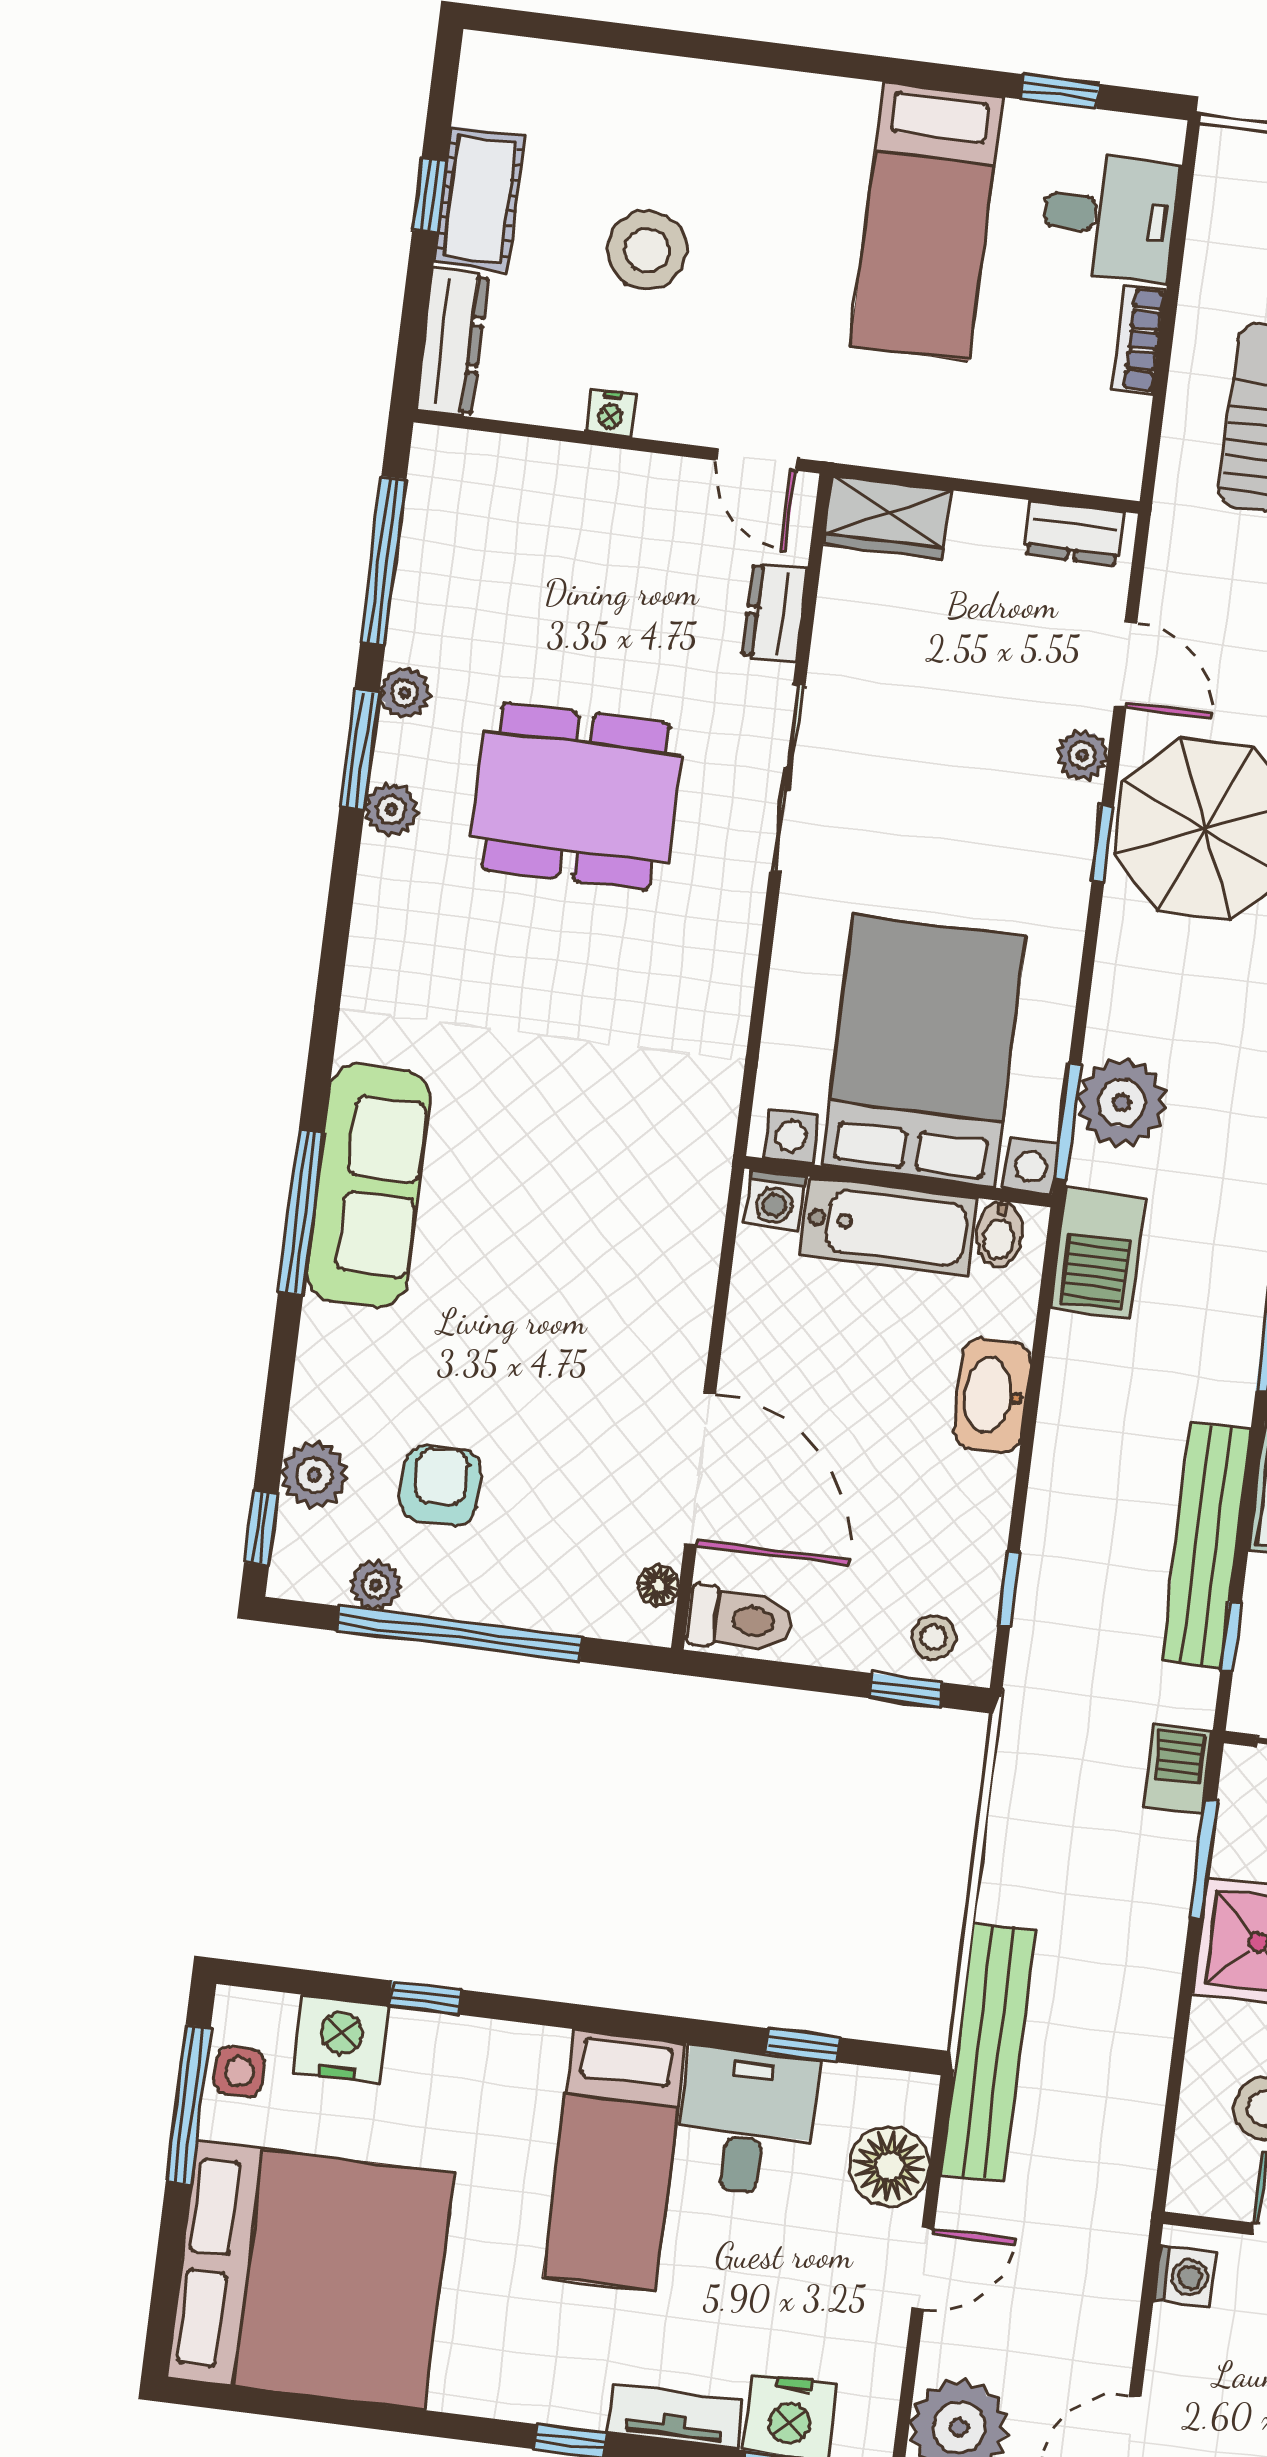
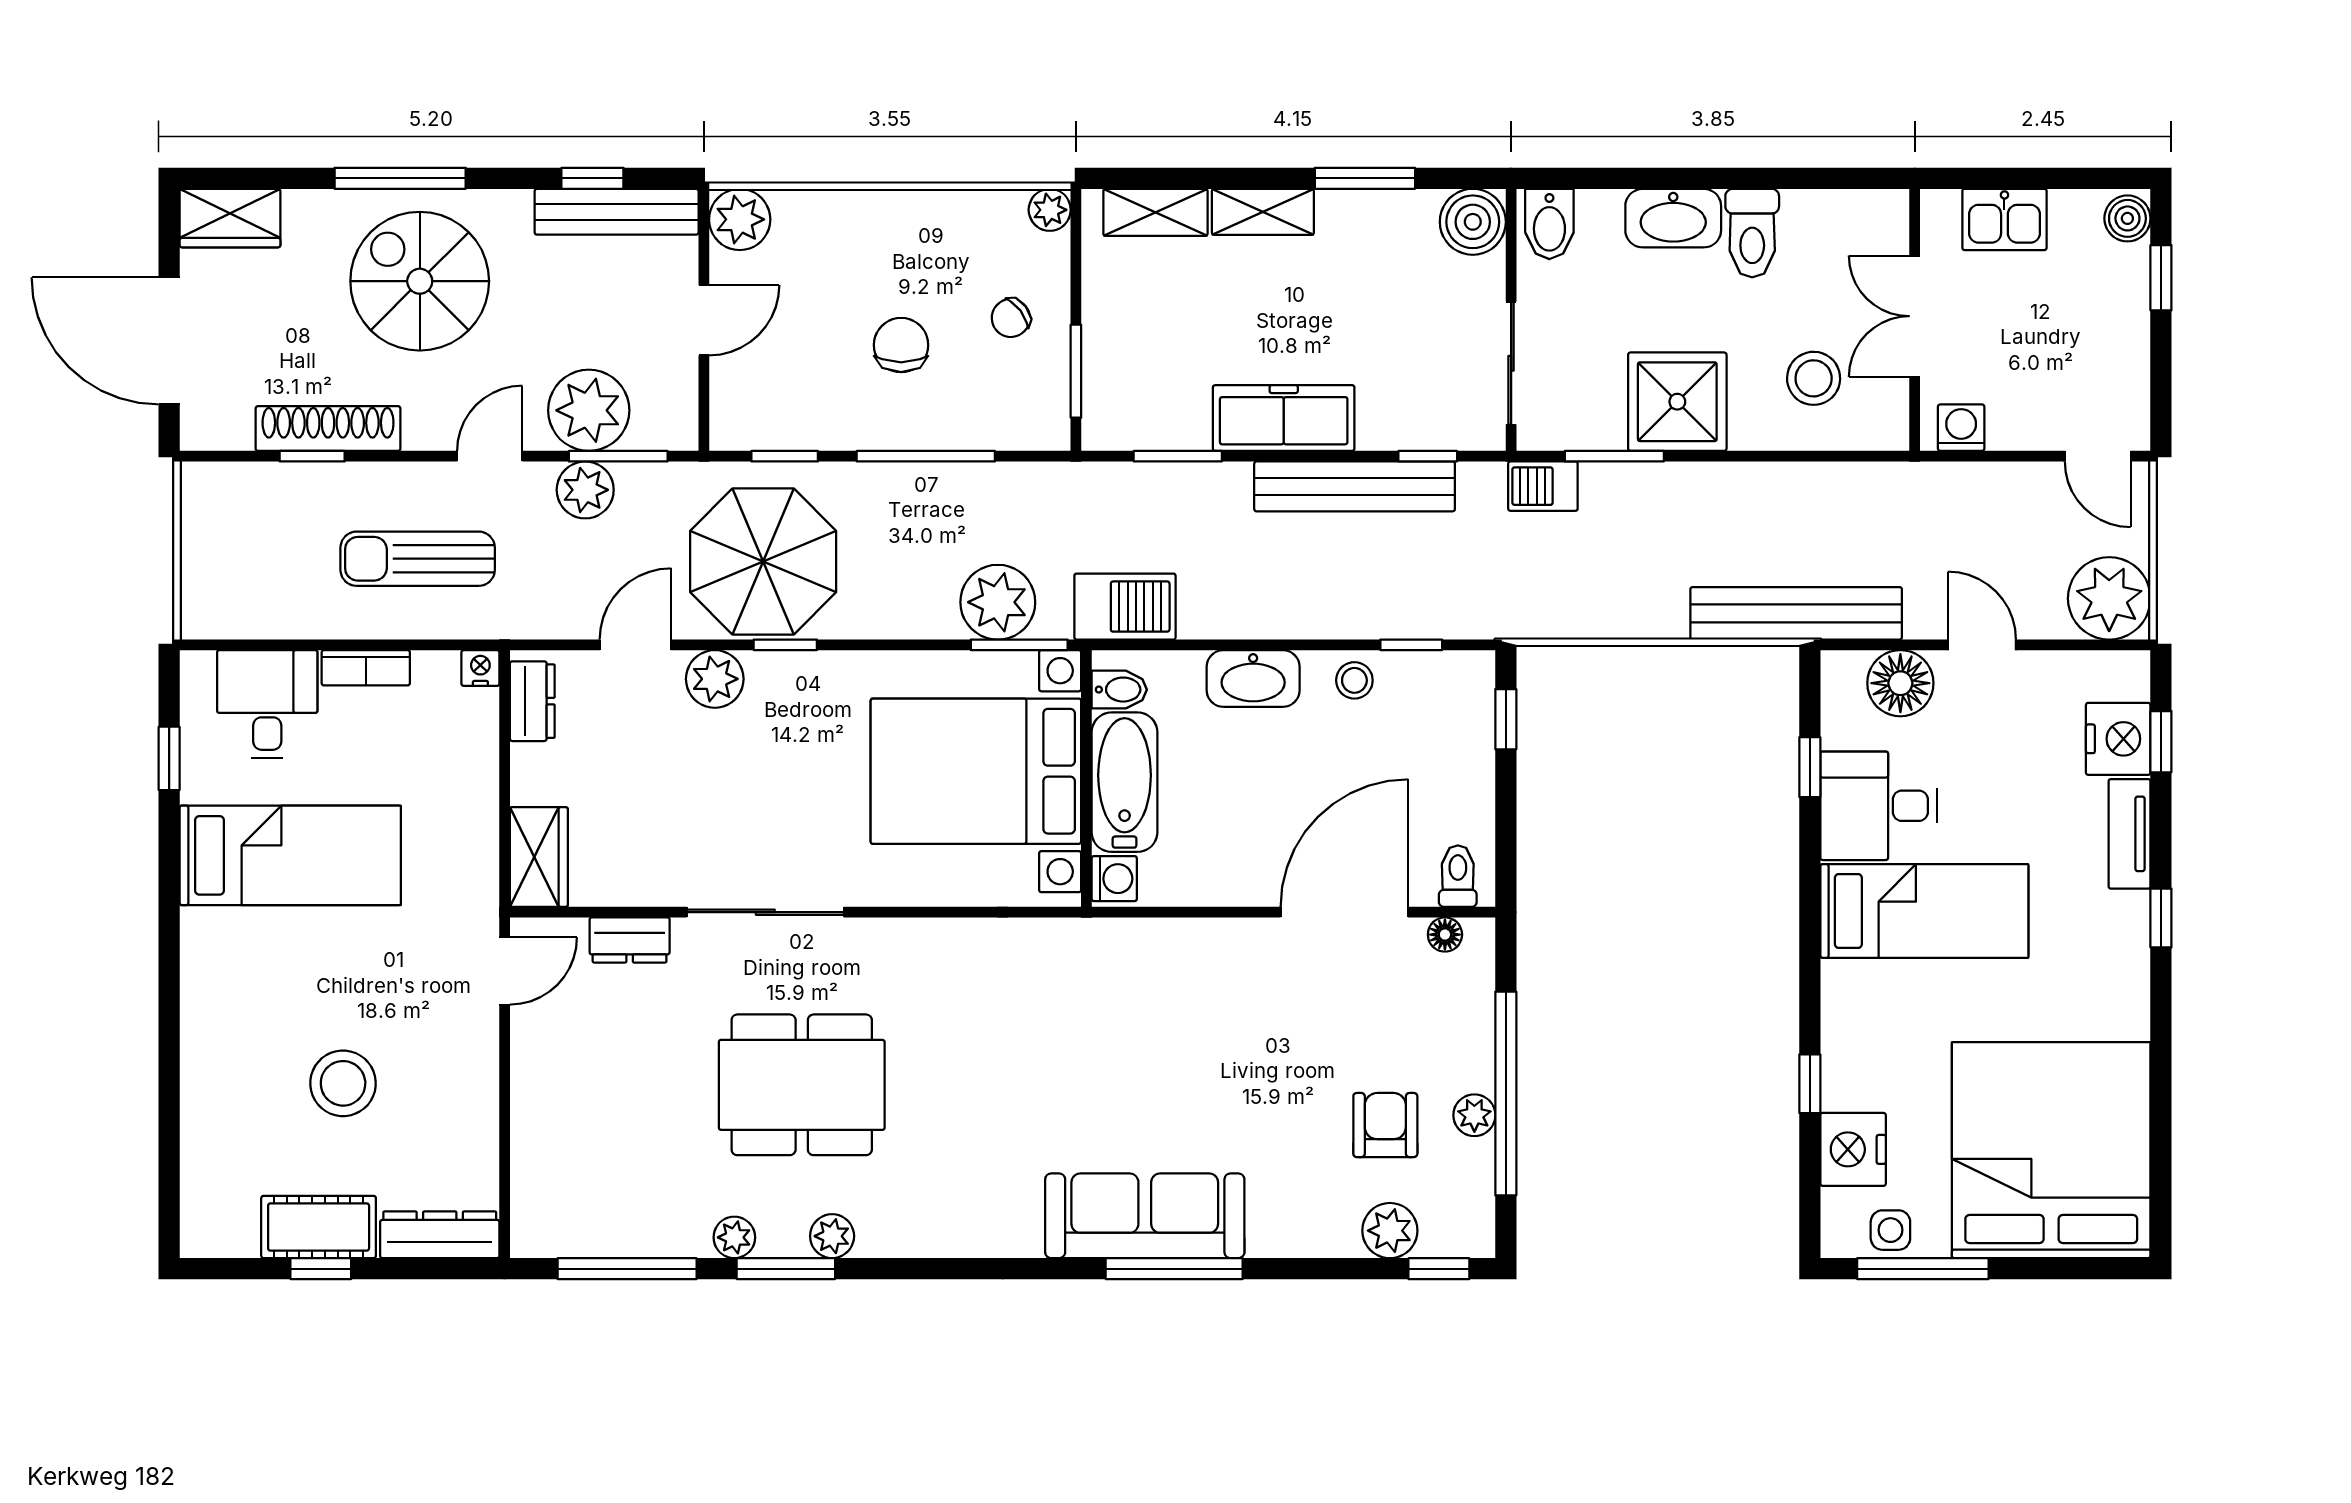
nightstand: (611, 413) -> (480, 668), moved, turned -90
plant: (1082, 755) -> (715, 679), width x1.38, depth x1.38
dining table: (576, 796) -> (802, 1085), turned 90
armchair: (440, 1486) -> (1385, 1125), turned 90
plant: (376, 1585) -> (1474, 1115), moved
toilet: (739, 1620) -> (1458, 876), width x0.73, depth x0.72
stool: (933, 1637) -> (1354, 680), moved

